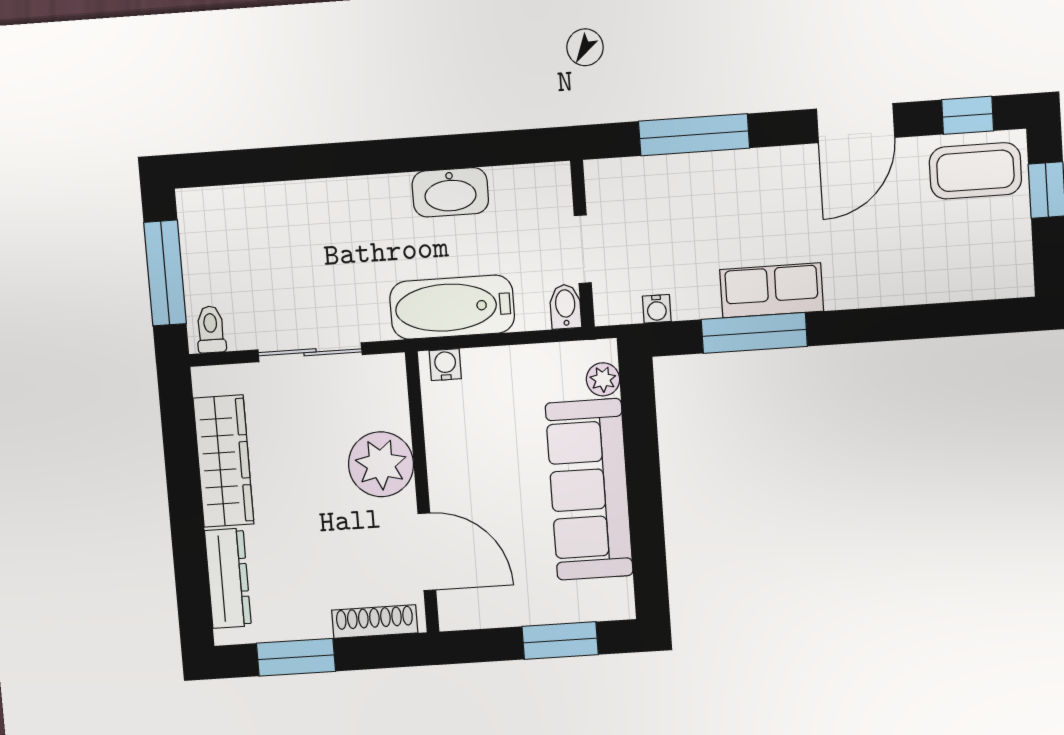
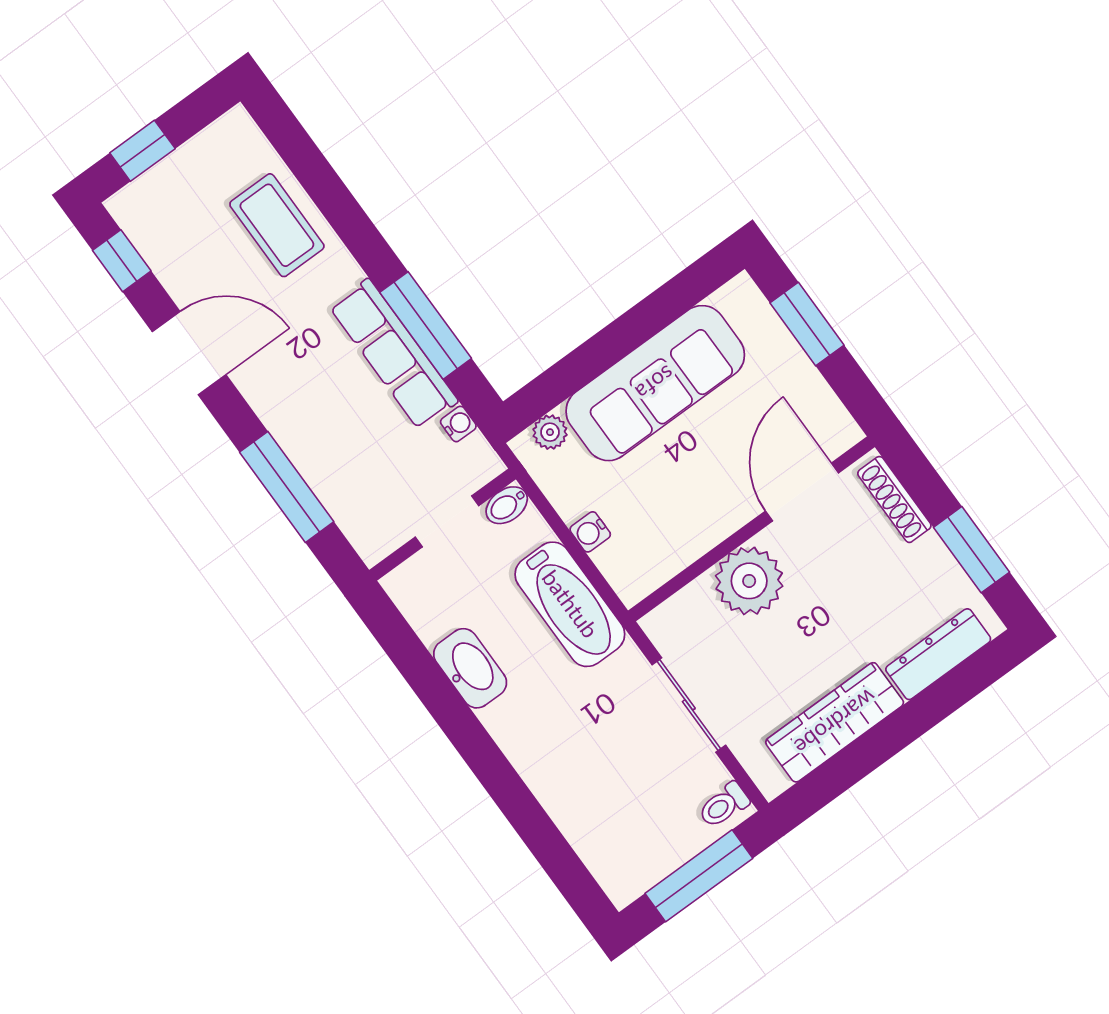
coffee table: (975, 171) -> (277, 225), moved
row of seats: (772, 290) -> (394, 354), width x1.48
water cooler: (445, 365) -> (590, 532), moved

